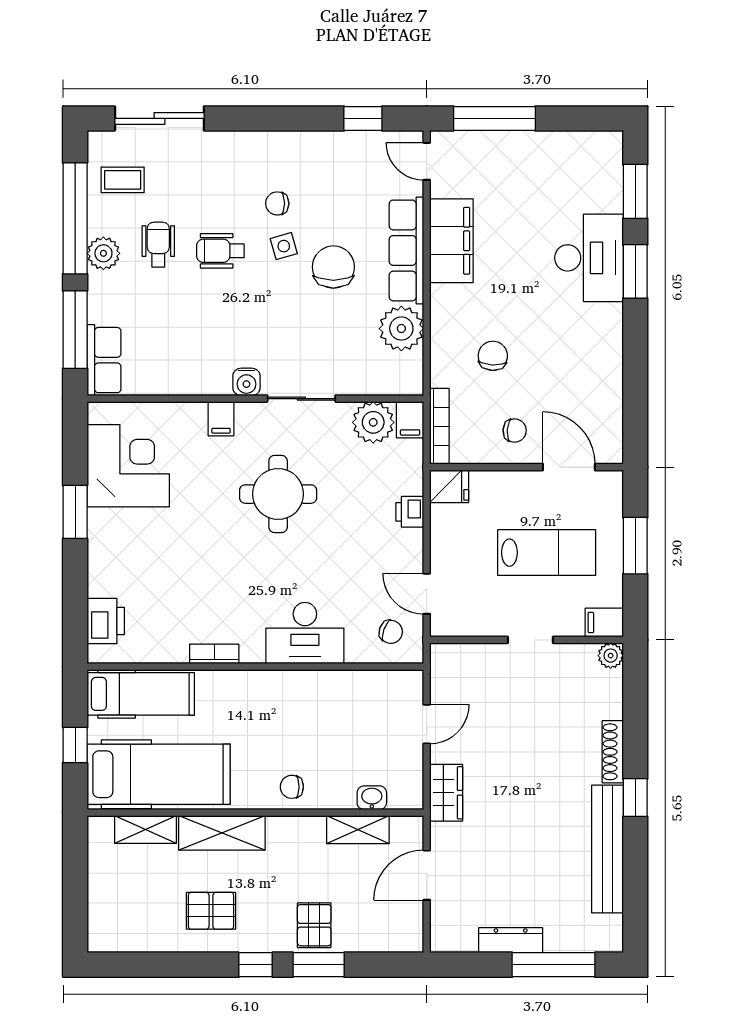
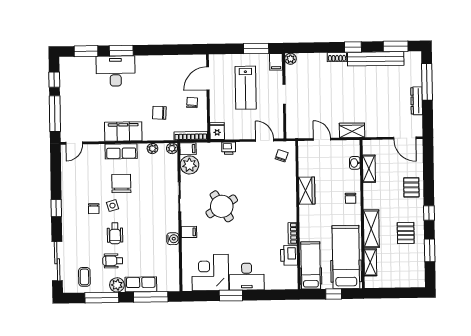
window: (363, 118) -> (56, 208), moved
window: (572, 118) -> (54, 80), added
window: (75, 218) -> (102, 298), width x0.68
filing cabinet: (451, 241) -> (123, 132), moved
row of seats: (406, 250) -> (121, 151), width x0.68
chair: (333, 267) -> (121, 184), turned 90
plant: (401, 329) -> (152, 149), width x0.53, depth x0.53
row of seats: (104, 360) -> (141, 284), moved
water cooler: (246, 382) -> (173, 239), moved
plant: (411, 383) -> (172, 148), added
round table: (278, 494) -> (222, 206), turned -31
window: (635, 546) -> (256, 48), moved
lab bench: (547, 553) -> (246, 88), turned 180
door: (427, 594) -> (265, 140), swing flipped
printer: (106, 621) -> (289, 255), moved, turned -90
desk: (305, 633) -> (247, 277), moved, turned 90
wardrobe: (311, 688) -> (307, 191), added
shoe rack: (613, 752) -> (337, 57), width x0.70
door: (427, 875) -> (405, 138), moved
window: (635, 895) -> (396, 46), added
pallet: (314, 925) -> (411, 187), turned 90
window: (319, 965) -> (430, 250), moved

